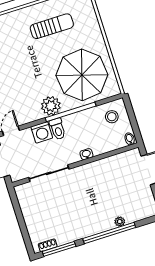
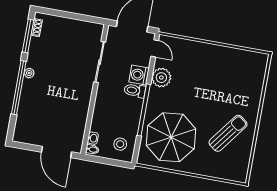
sun lounger: (52, 26) -> (228, 133), turned -143
plant: (51, 106) -> (161, 78), moved
washbasin: (86, 154) -> (93, 138), moved
plant: (120, 222) -> (29, 73), moved

